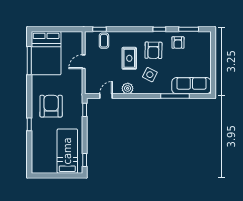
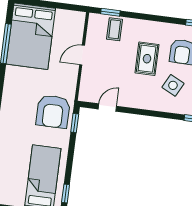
plant: (128, 88) -> (139, 101), removed
armchair: (51, 106) -> (53, 112), moved, turned 180

